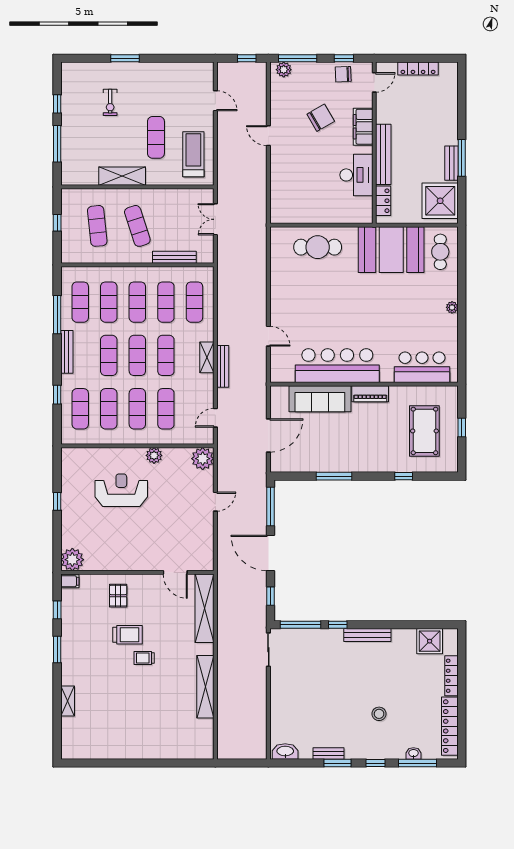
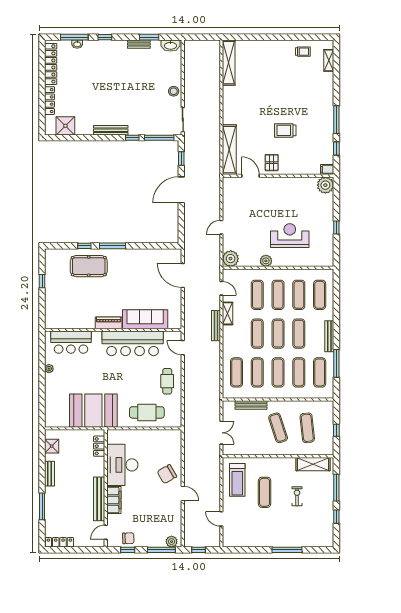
window: (125, 58) -> (287, 550), width x1.44
locker: (418, 69) -> (59, 542), moved
exercise bike: (110, 102) -> (297, 496), moved
chair: (321, 118) -> (167, 474), moved
bench: (383, 154) -> (99, 499), moved
window: (462, 158) -> (42, 506), moved
desk: (356, 175) -> (122, 465), width x1.36, depth x1.30
shelving: (122, 176) -> (313, 464), moved
shower: (440, 201) -> (52, 446), width x0.54, depth x0.54
cafe table: (440, 252) -> (167, 381), moved
shelving: (207, 357) -> (228, 313), moved
bar counter: (337, 366) -> (133, 343), moved
bar counter: (422, 367) -> (71, 342), moved
wall: (364, 384) -> (113, 330), moved
piano: (370, 394) -> (109, 323), moved
window: (57, 395) -> (336, 305), removed
sofa: (320, 399) -> (145, 319), moved
door: (215, 418) -> (221, 288), hinge flipped
pool table: (424, 431) -> (89, 266), moved, turned 90
door: (268, 435) -> (183, 275), hinge flipped
window: (334, 476) -> (112, 246), moved
reception desk: (121, 490) -> (290, 236), turned 180
window: (271, 507) -> (181, 224), removed
door: (271, 553) -> (181, 190), swing flipped
pallet: (118, 596) -> (272, 163), moved
window: (57, 649) -> (336, 120), width x1.44
trolley: (144, 658) -> (303, 52), moved
shelving: (205, 687) -> (229, 63), moved
shelving: (68, 701) -> (329, 60), moved
stool: (379, 714) -> (174, 91), moved
window: (337, 763) -> (149, 37), moved

